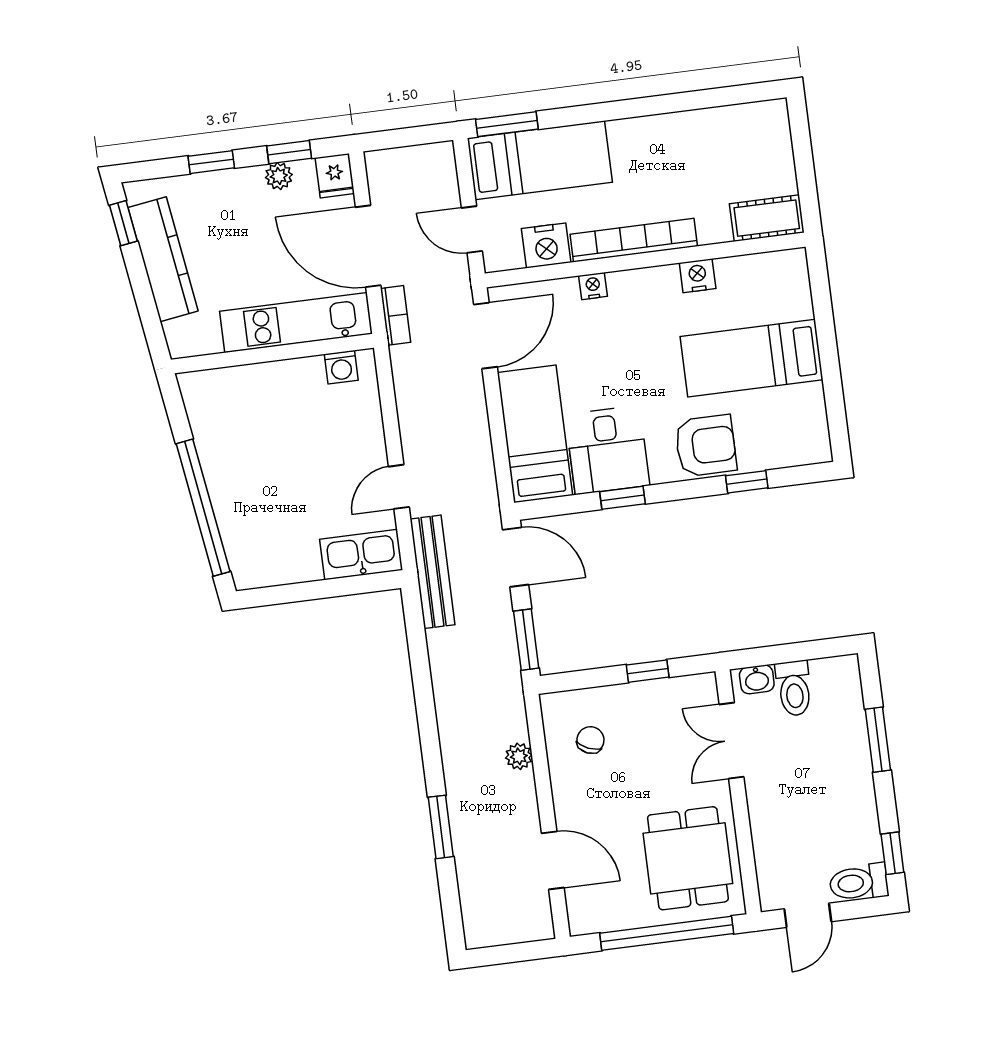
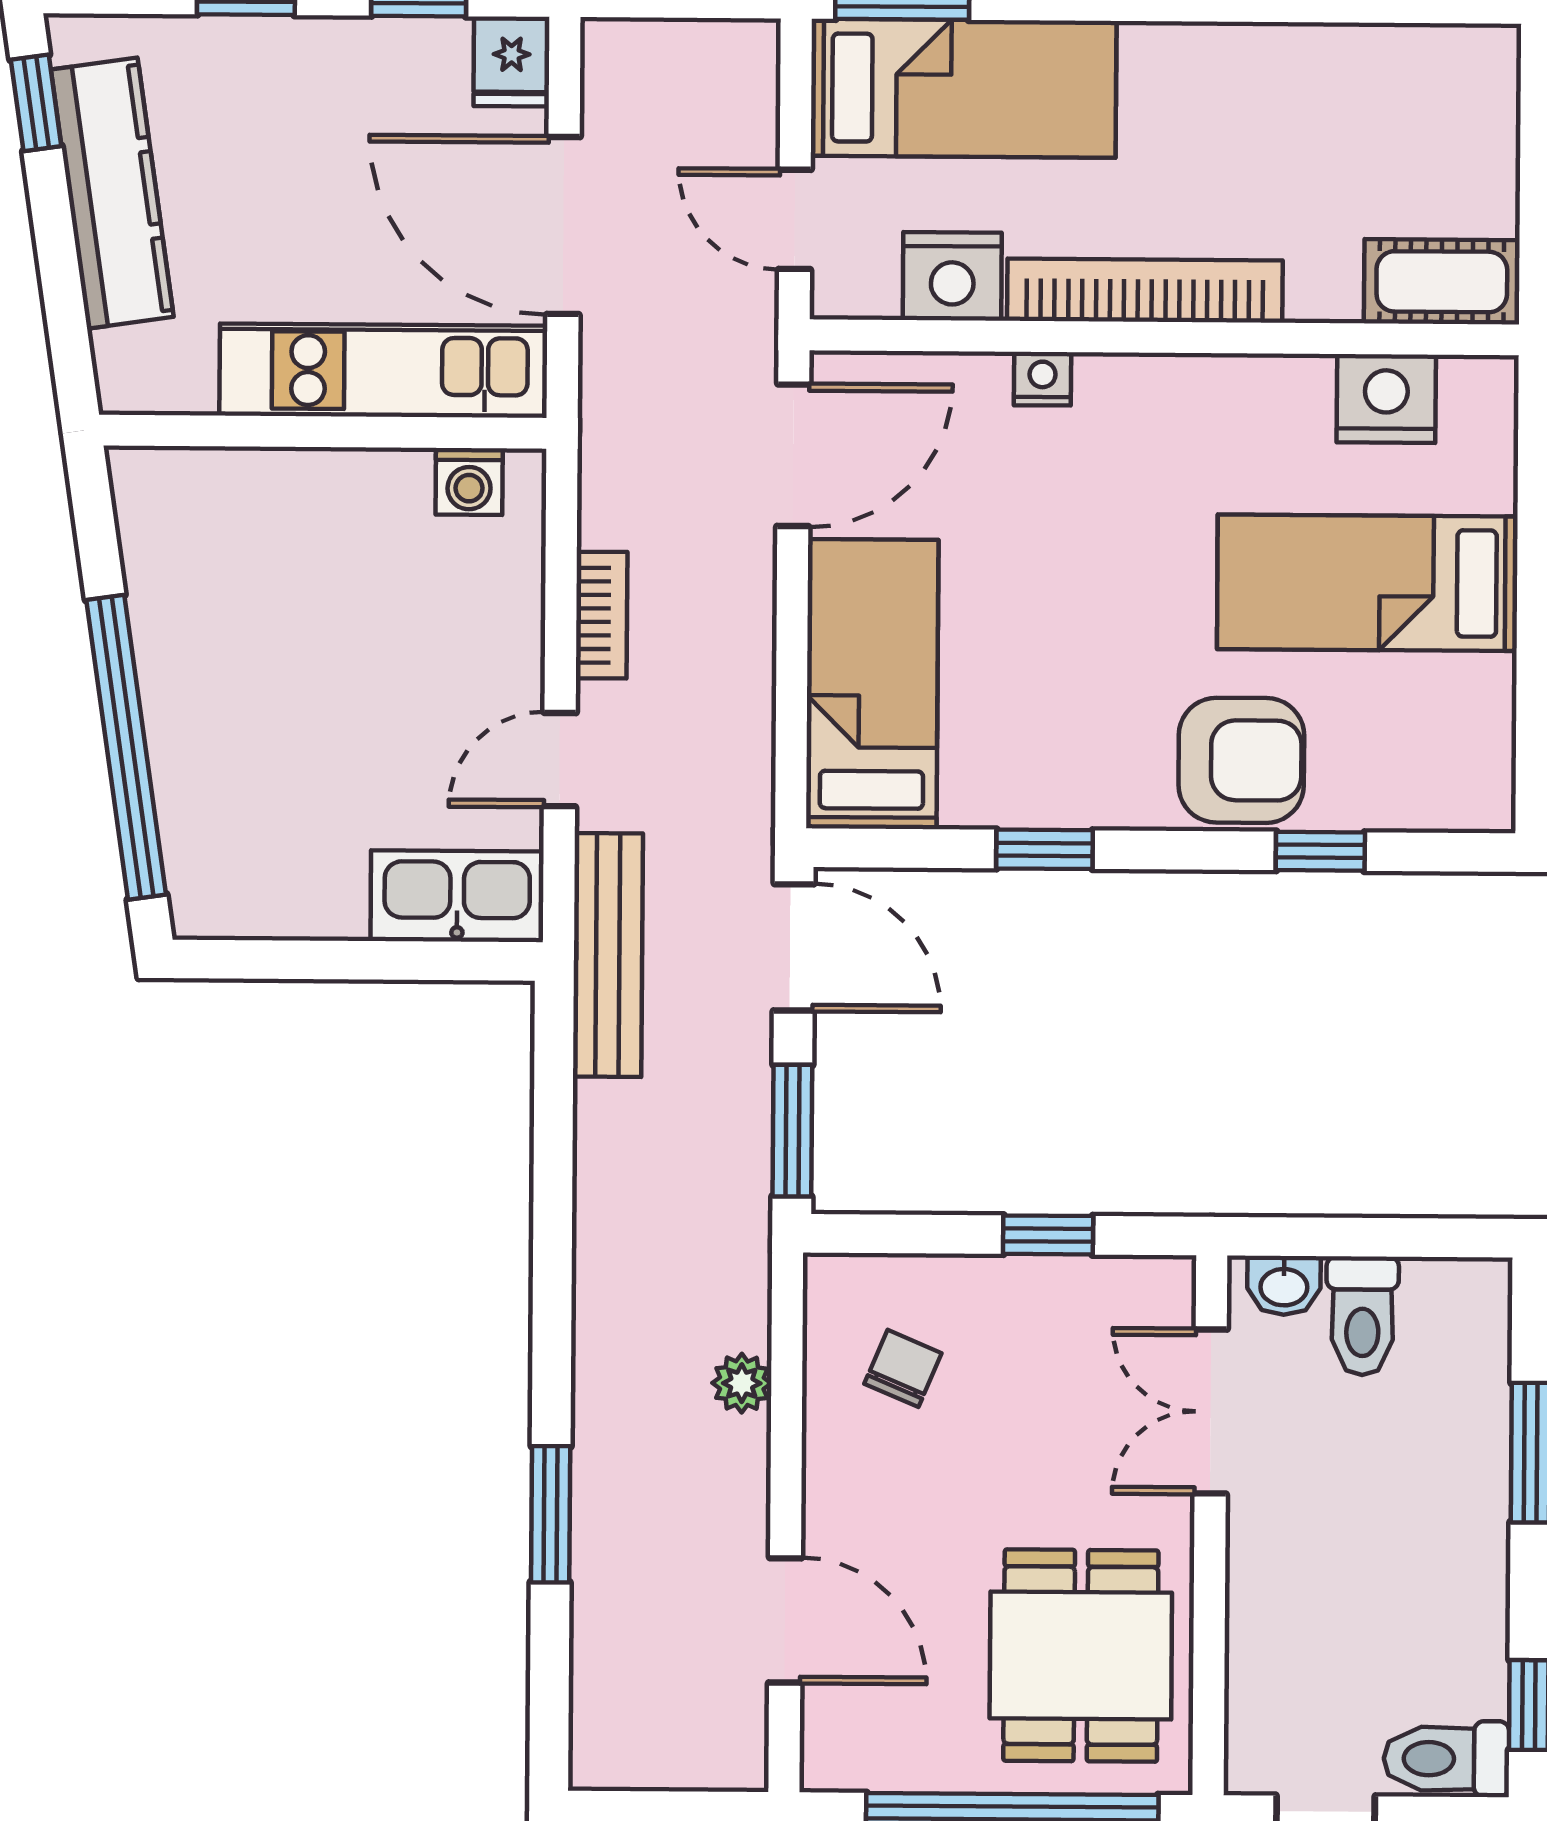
plant: (279, 176) -> (389, 46), removed
nightstand: (698, 276) -> (1386, 399), moved, width x1.36, depth x1.33
bookcase: (396, 315) -> (602, 615), moved
desk: (607, 450) -> (1026, 741), removed

